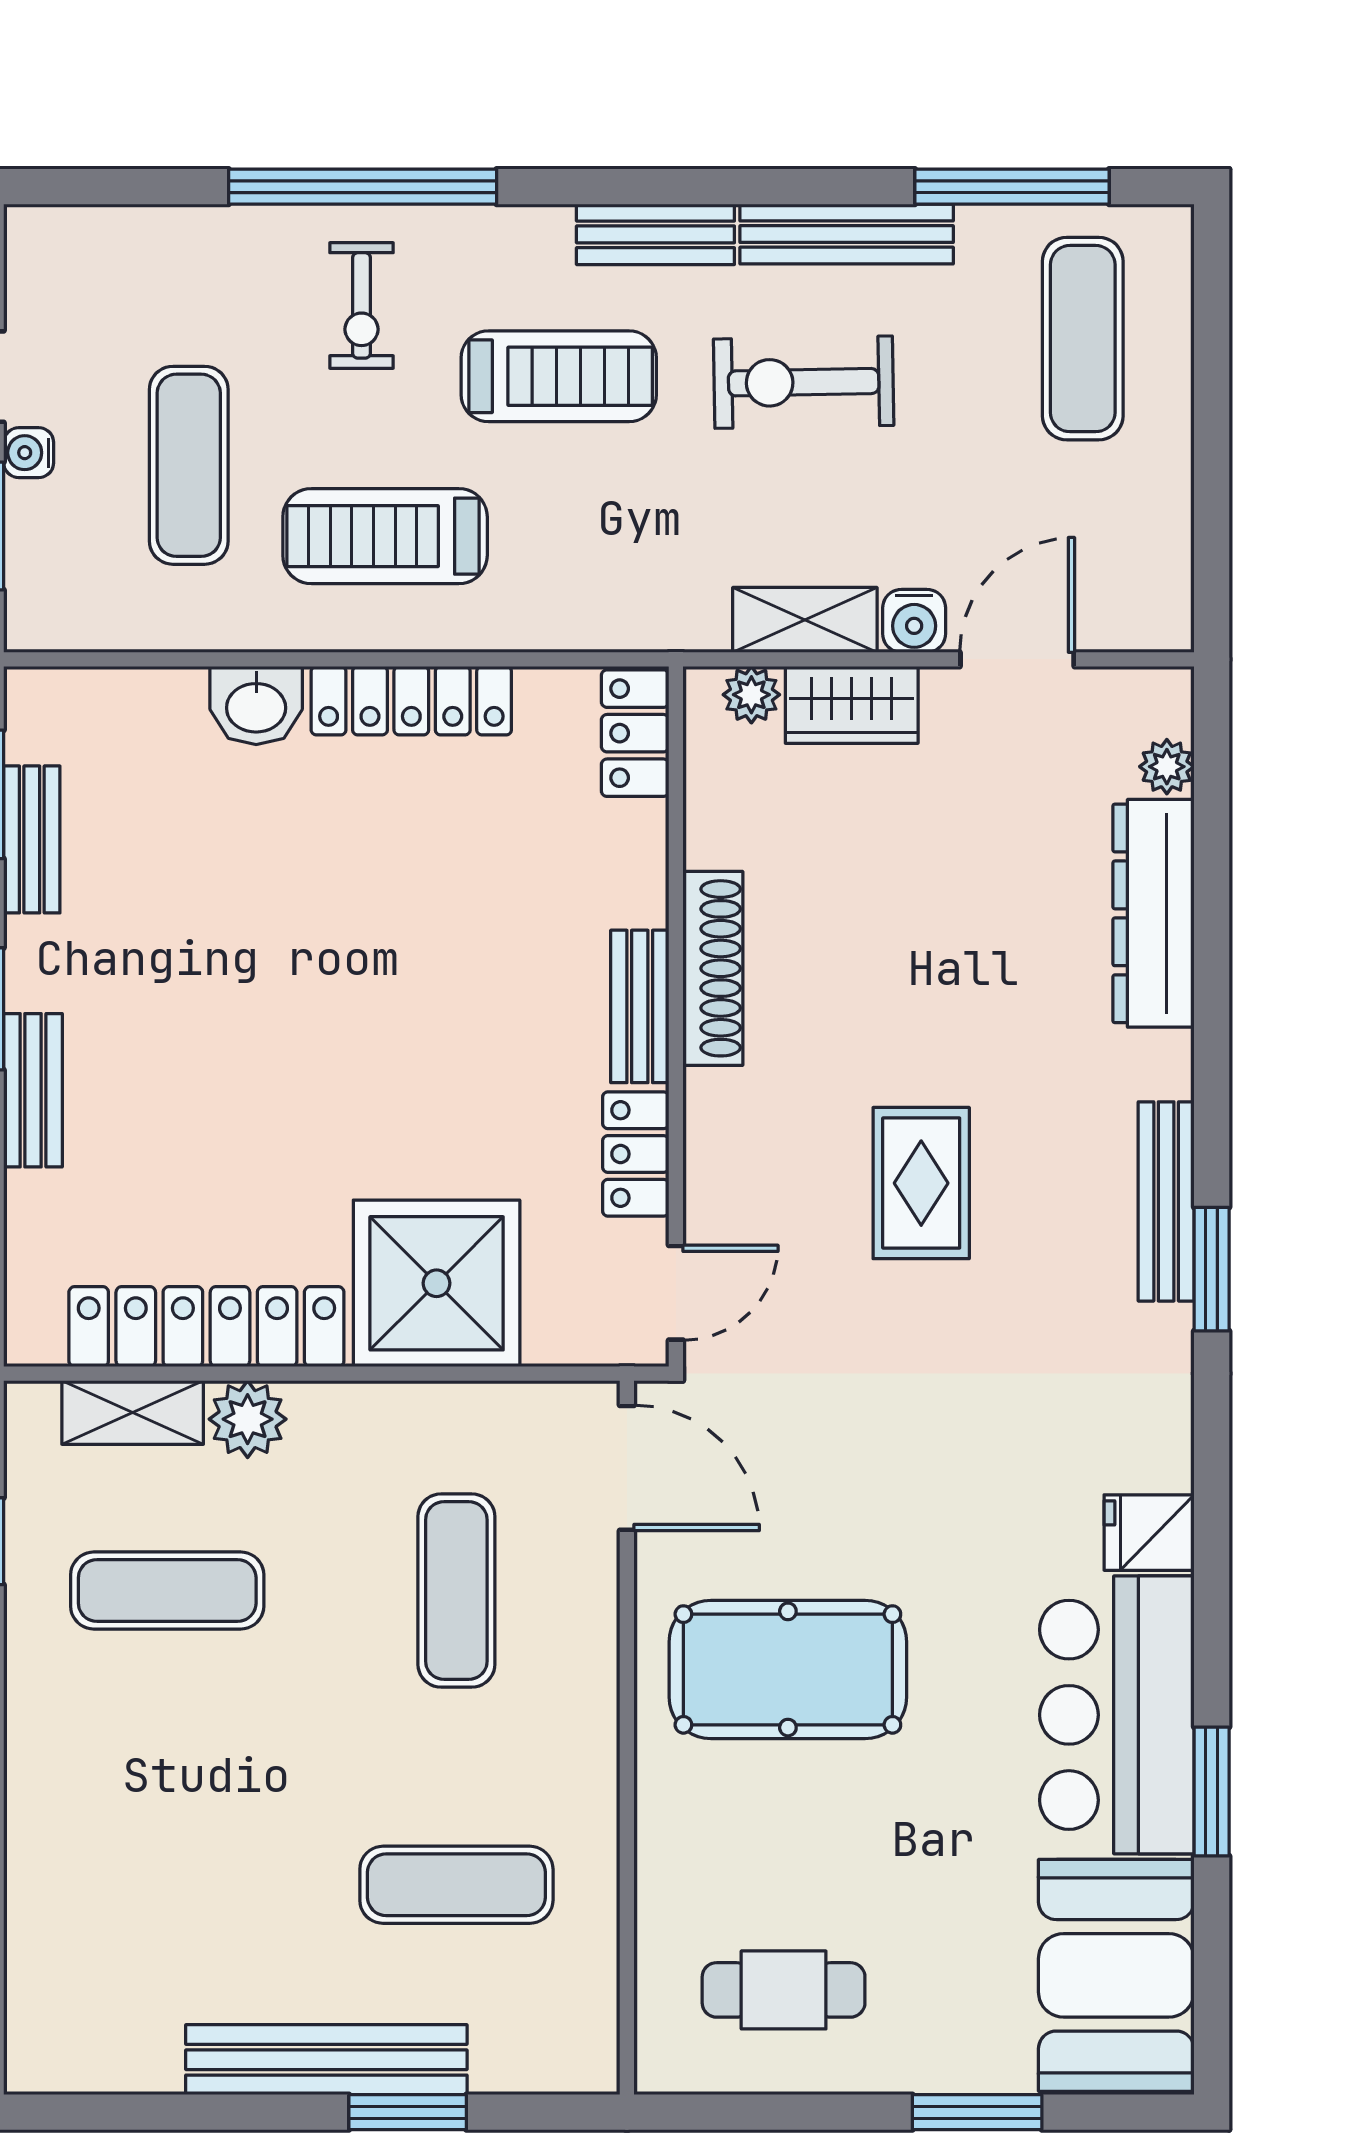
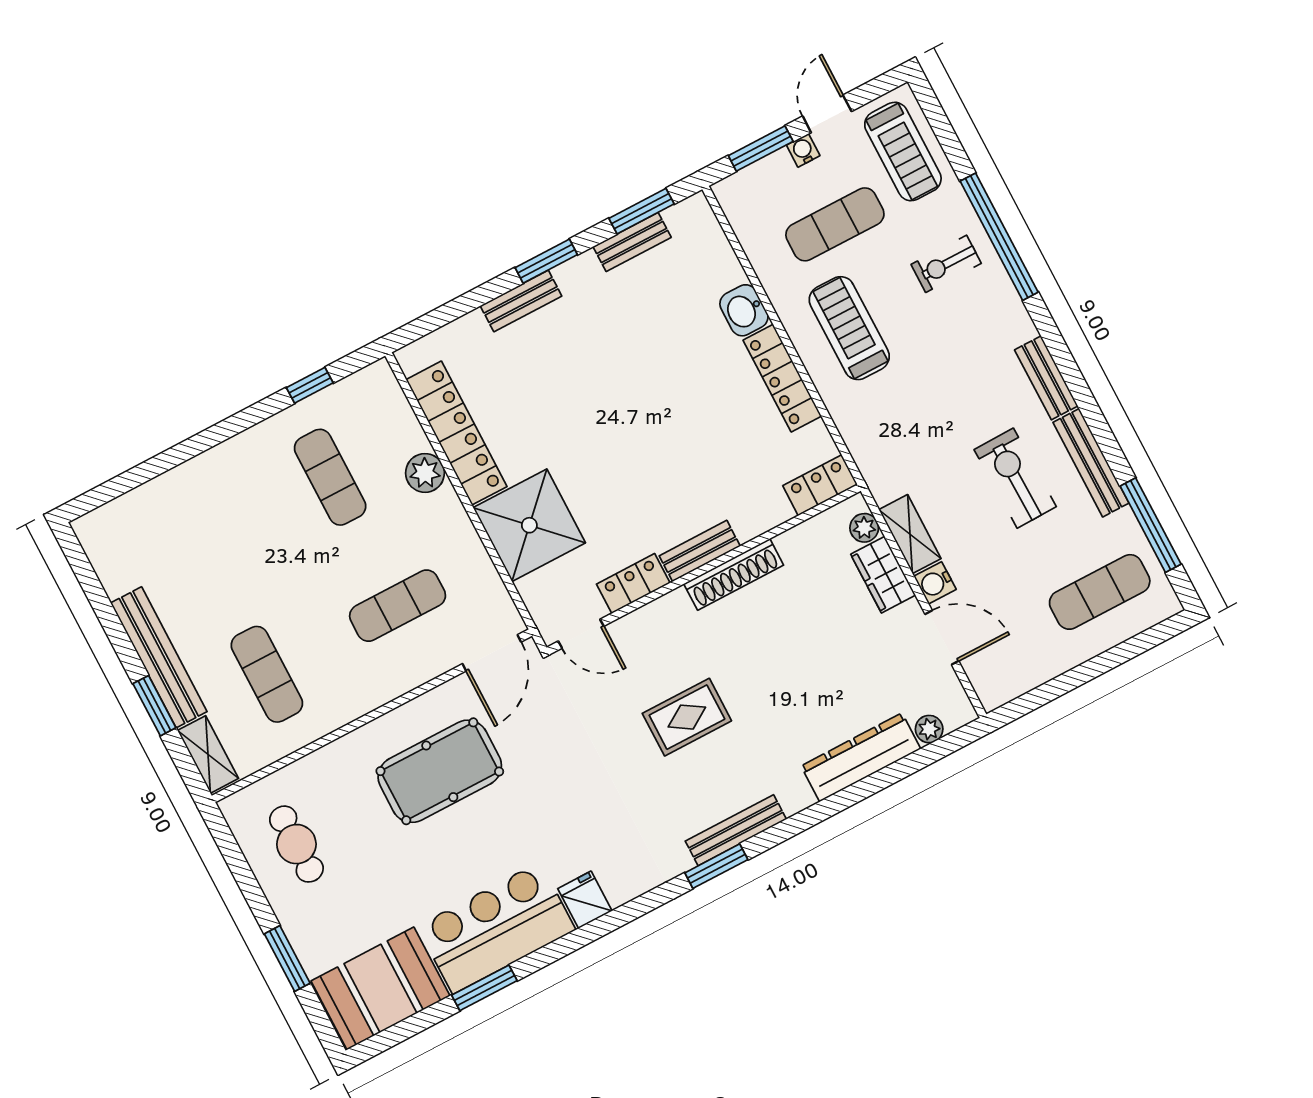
treadmill: (559, 376) -> (903, 152), moved
shelving: (133, 1412) -> (208, 754), moved
pool table: (788, 1669) -> (440, 771), turned 90

